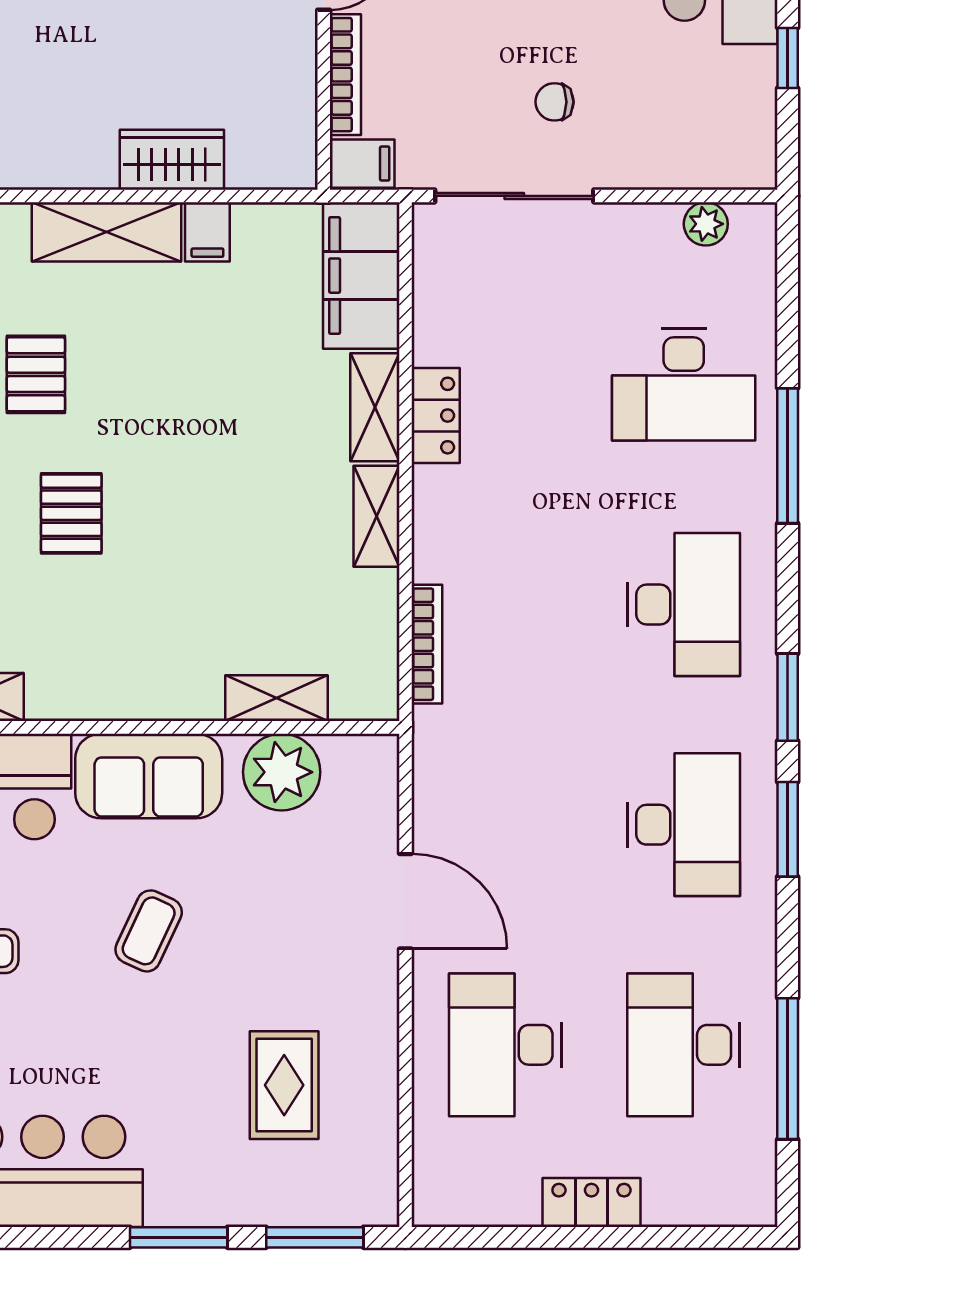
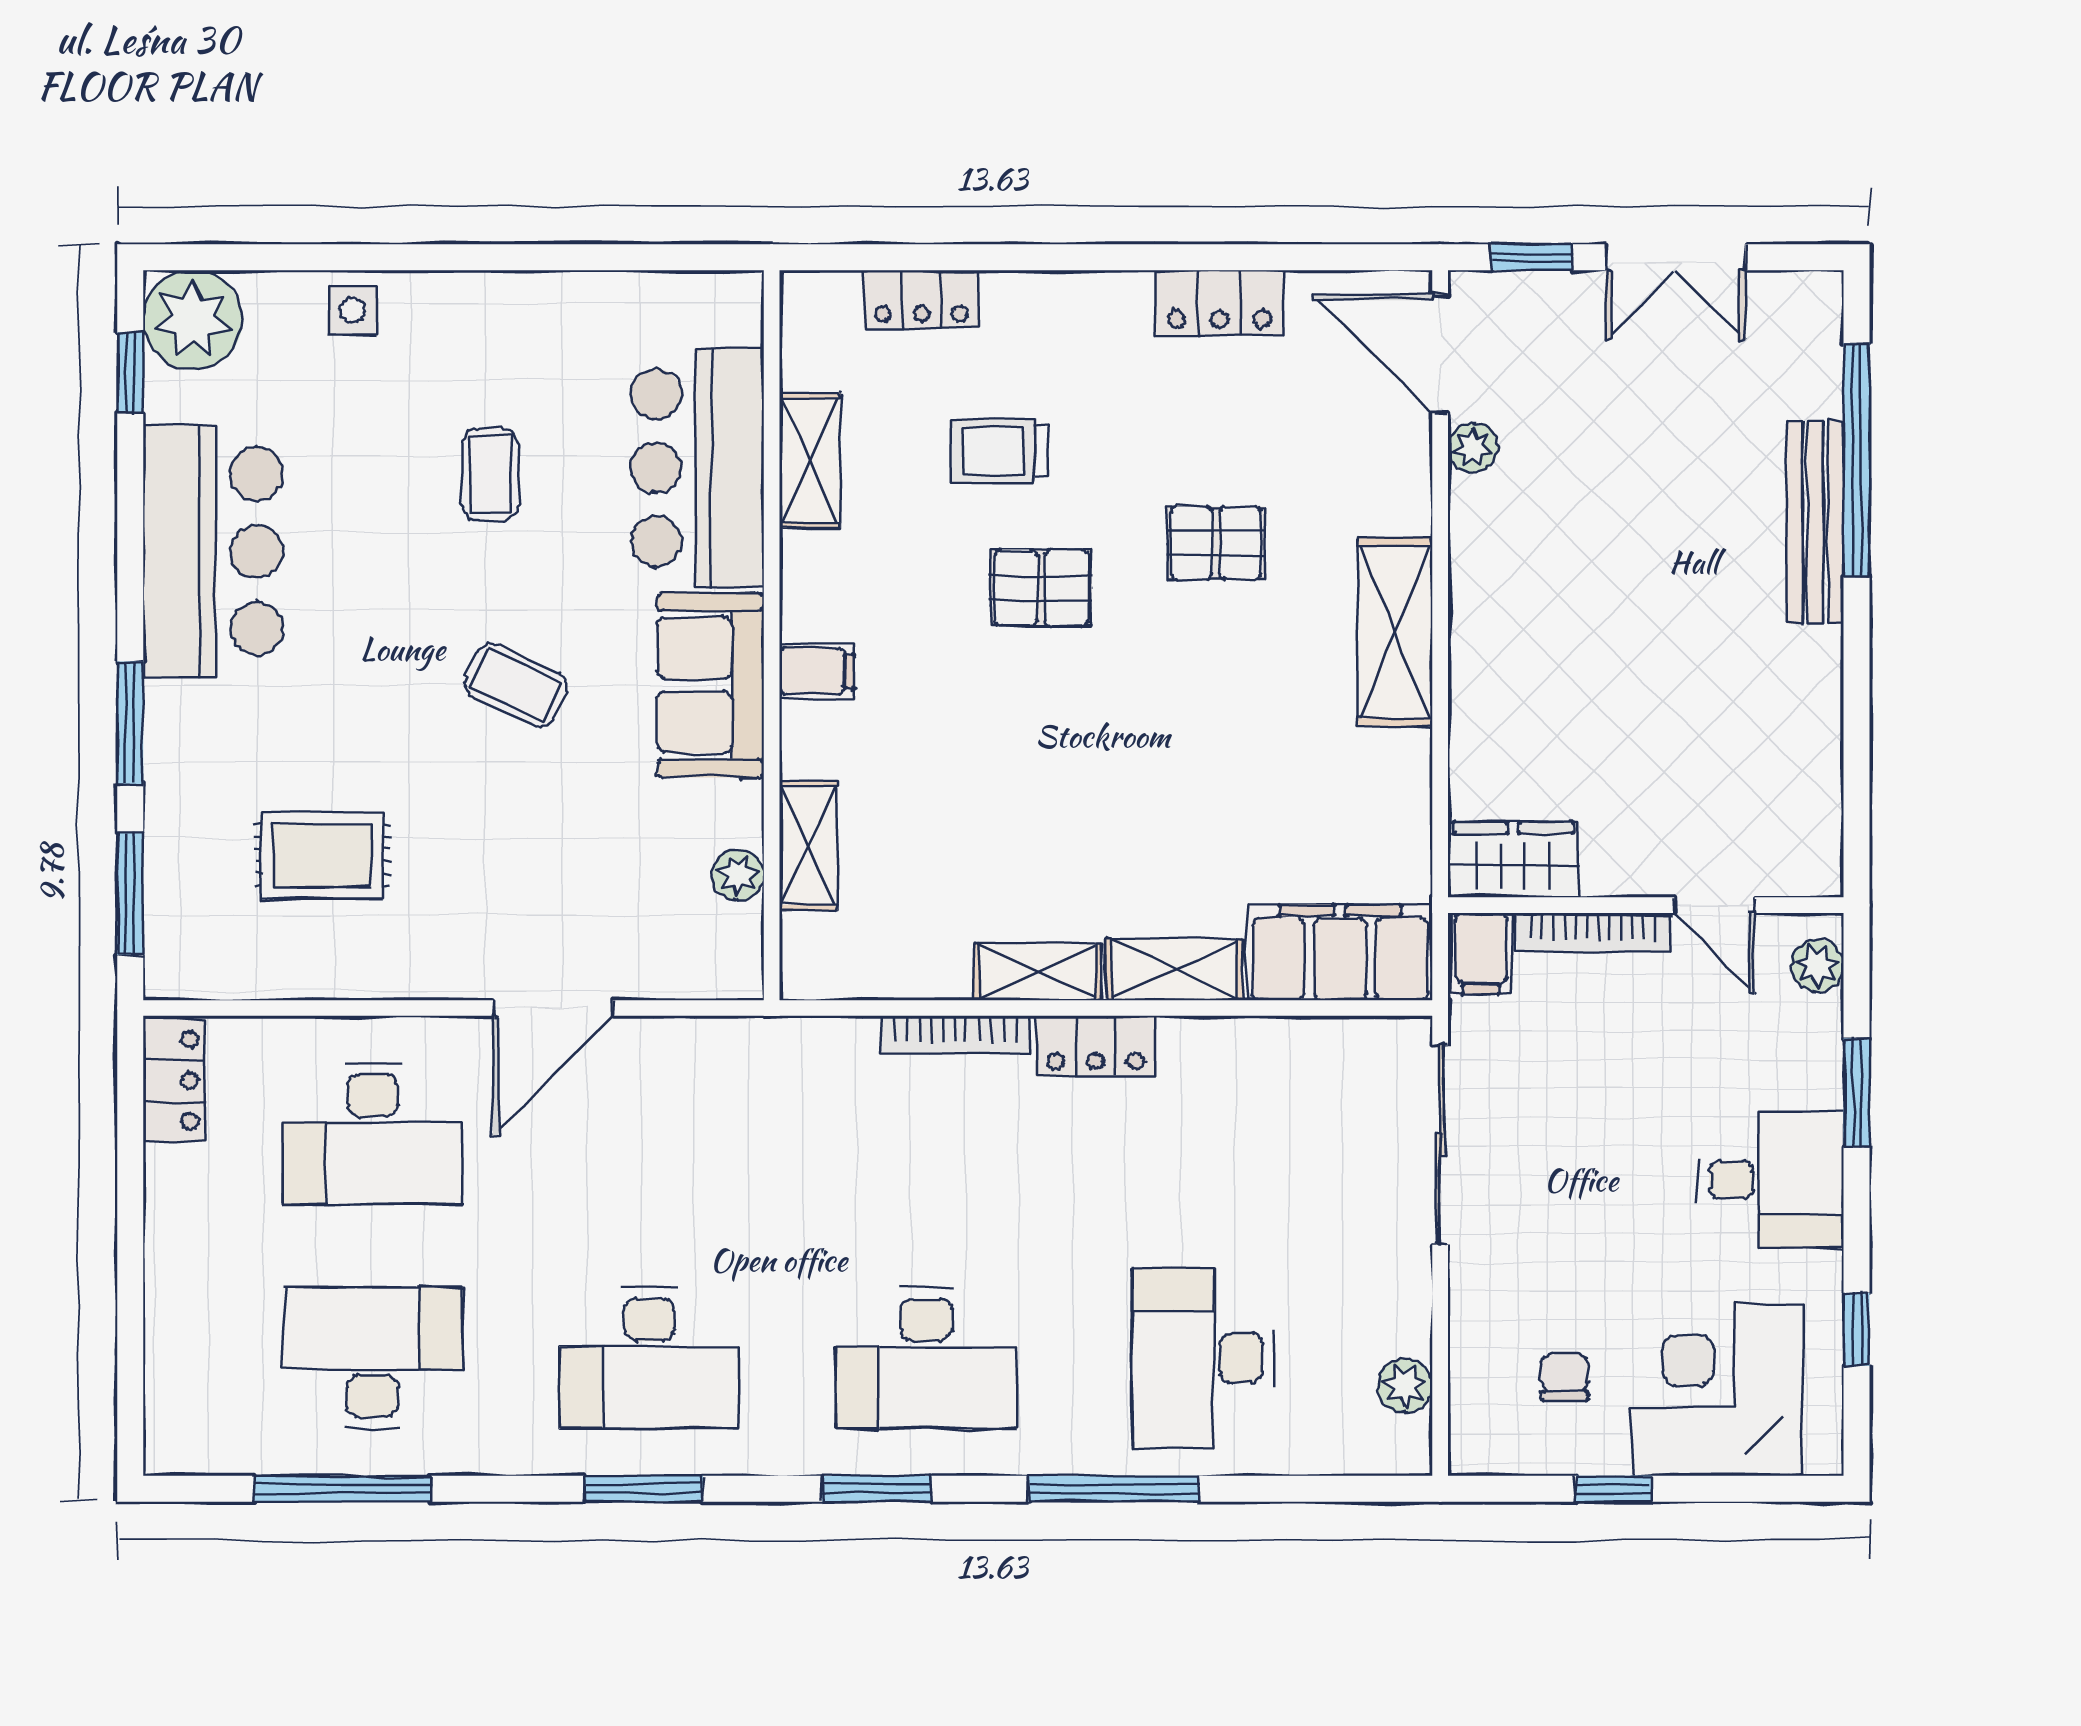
chair: (554, 102) -> (1565, 1377), moved
wardrobe: (172, 160) -> (1513, 860), moved, turned -90
filing cabinet: (207, 232) -> (817, 671), moved, turned 180
locker: (436, 416) -> (1096, 1046), moved
bookcase: (427, 644) -> (956, 1035), moved
window: (788, 697) -> (877, 1489), moved
plant: (282, 772) -> (738, 875), width x0.53, depth x0.53
desk: (505, 1045) -> (372, 1134), turned 180
locker: (591, 1202) -> (174, 1081), moved

